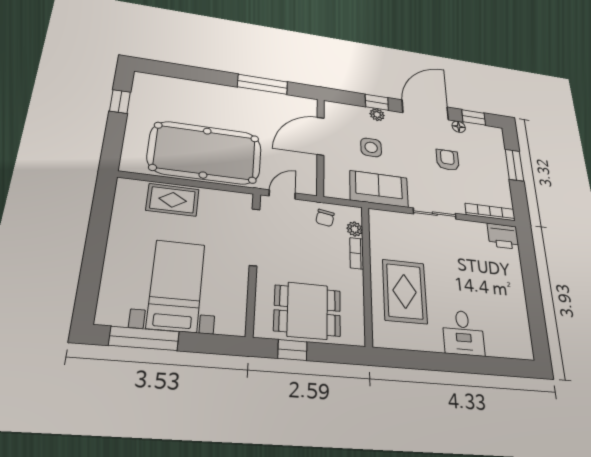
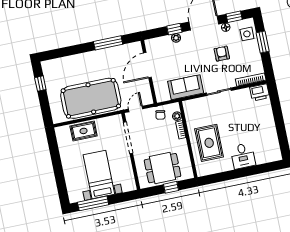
side table: (371, 147) -> (247, 34), moved
window: (292, 350) -> (171, 187), moved

